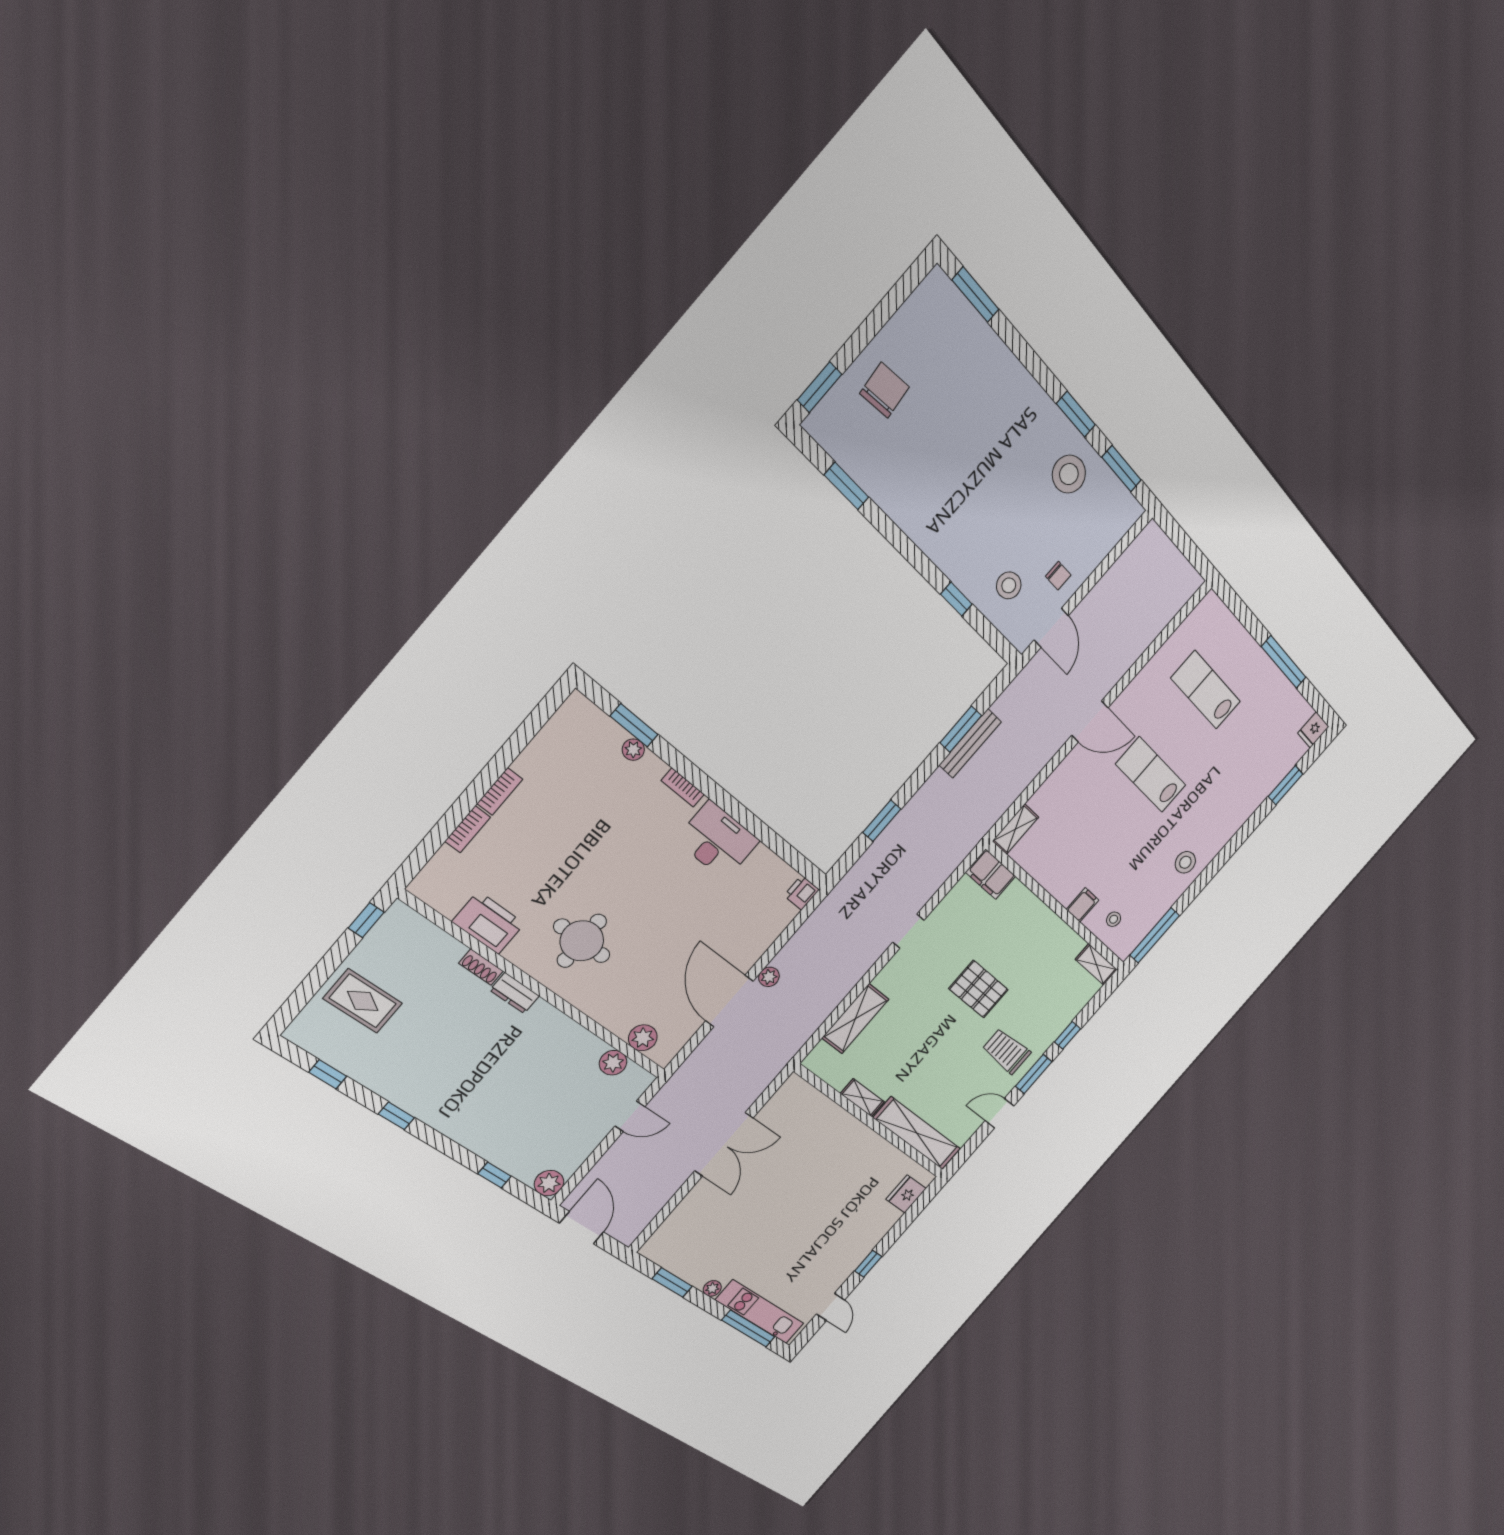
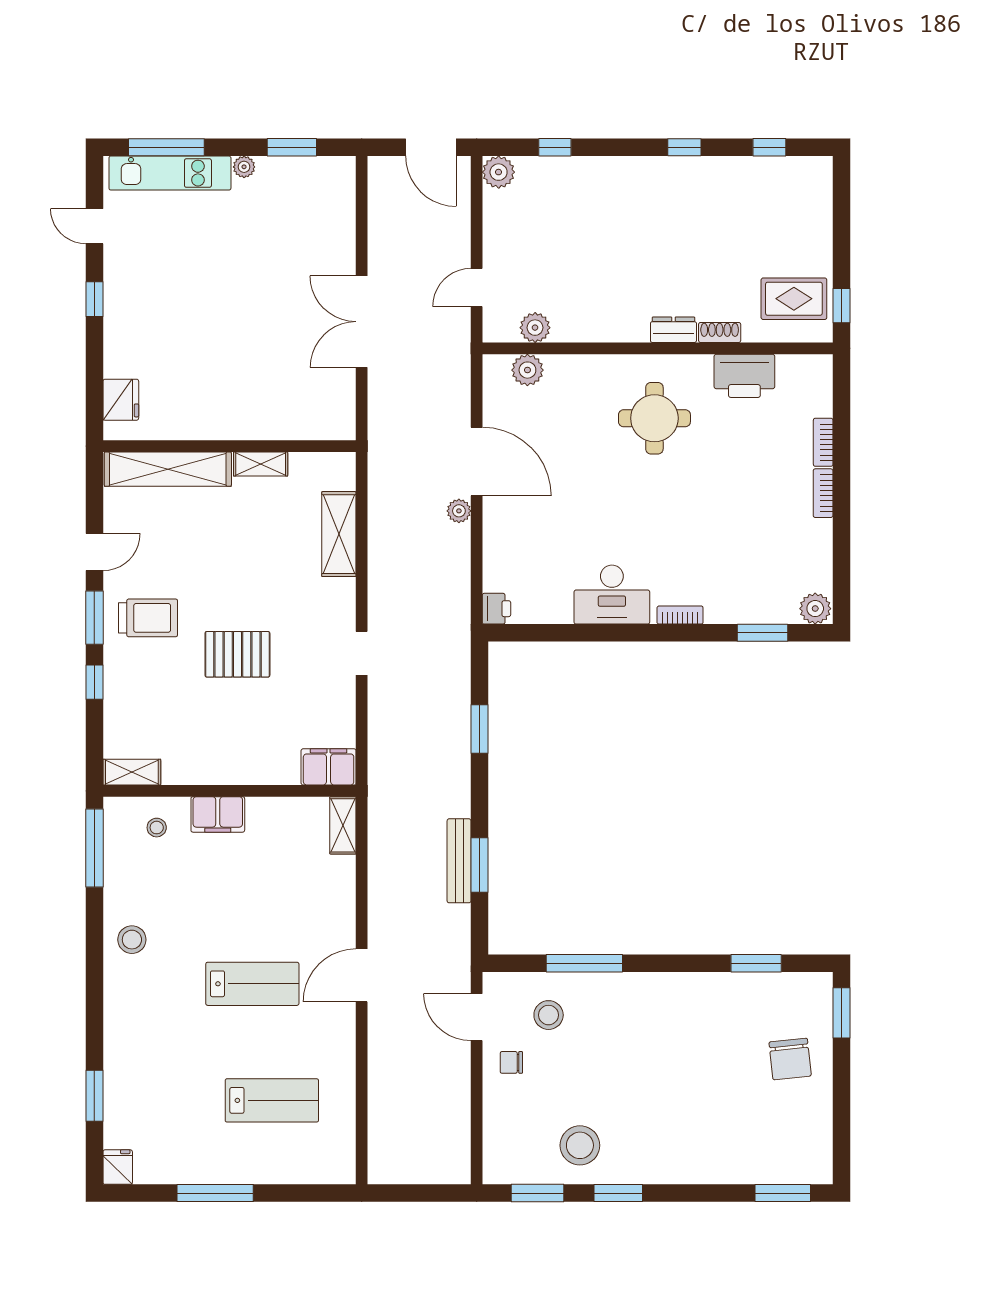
window: (956, 599) -> (584, 963), width x2.17
plant: (633, 750) -> (815, 609), moved, width x1.38, depth x1.38
filing cabinet: (1083, 905) -> (218, 814), width x2.00
rug: (363, 1001) -> (794, 299), moved

